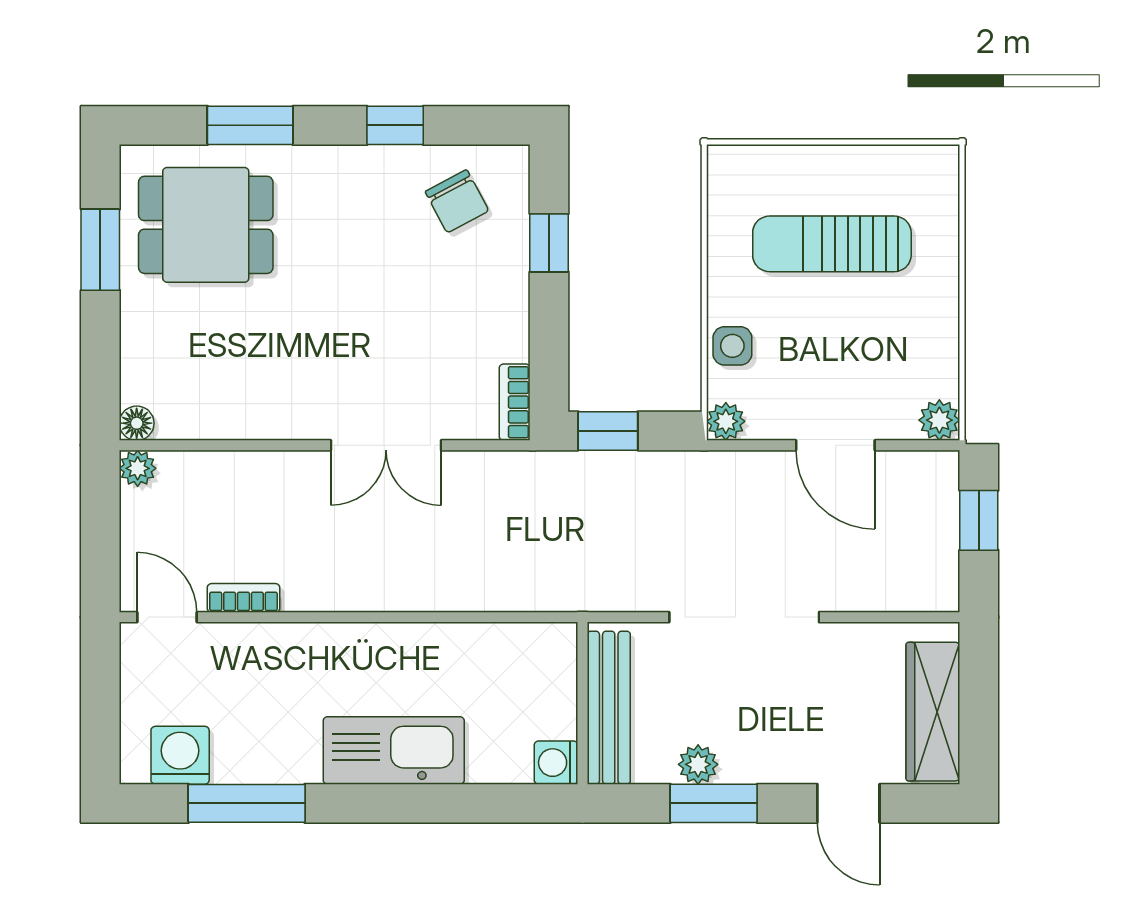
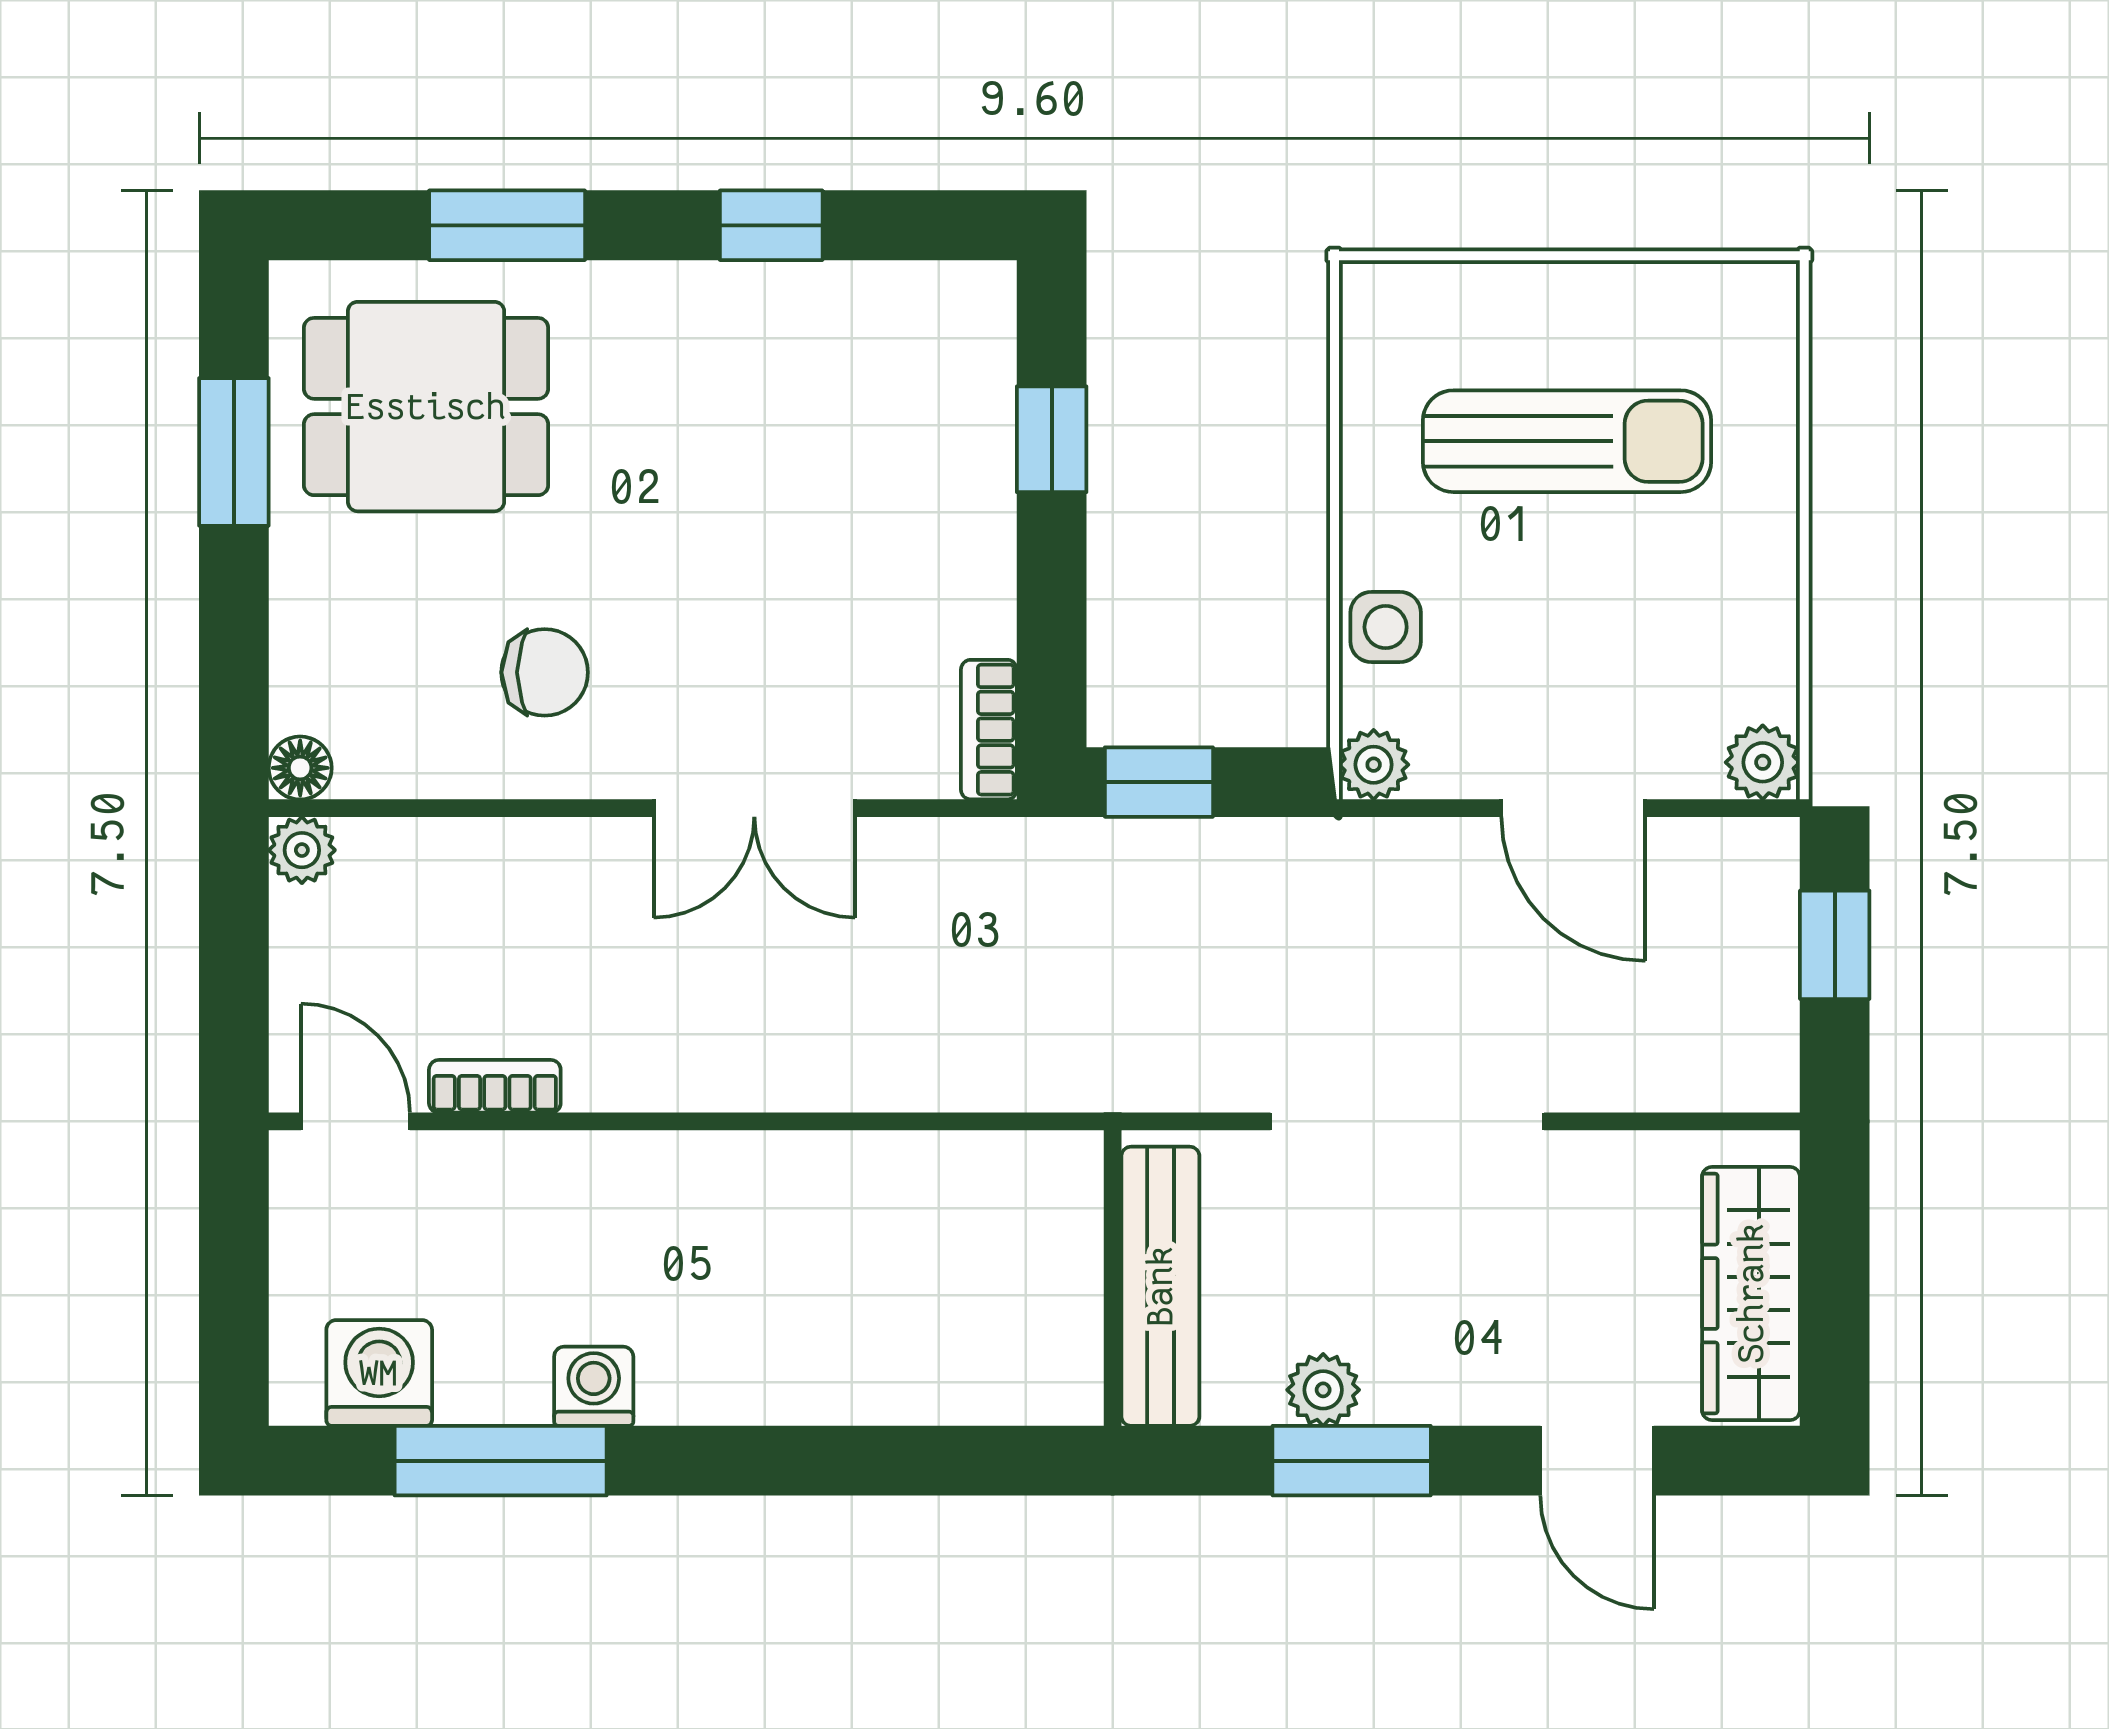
chair: (457, 201) -> (545, 672), moved, turned -62
sun lounger: (832, 244) -> (1567, 441), turned 180
kitchen sink: (394, 750) -> (769, 1364), removed
washing machine: (556, 763) -> (594, 1386), moved, turned 90

